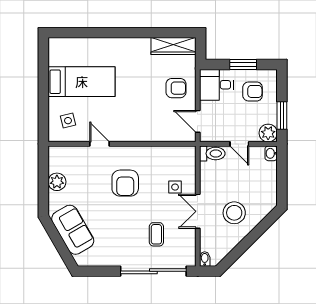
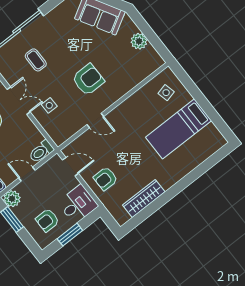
wardrobe: (173, 46) -> (144, 198), moved
door: (100, 144) -> (95, 120), moved
armchair: (125, 183) -> (88, 80), turned 90

